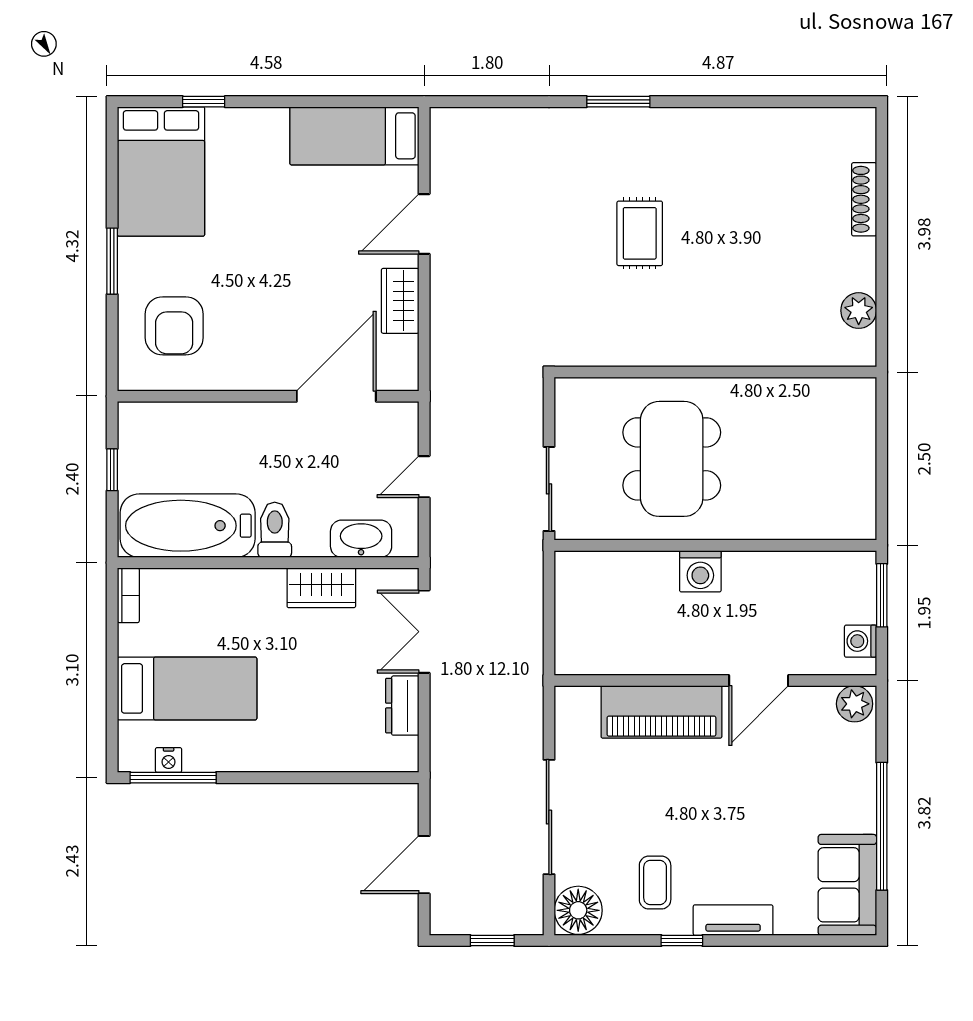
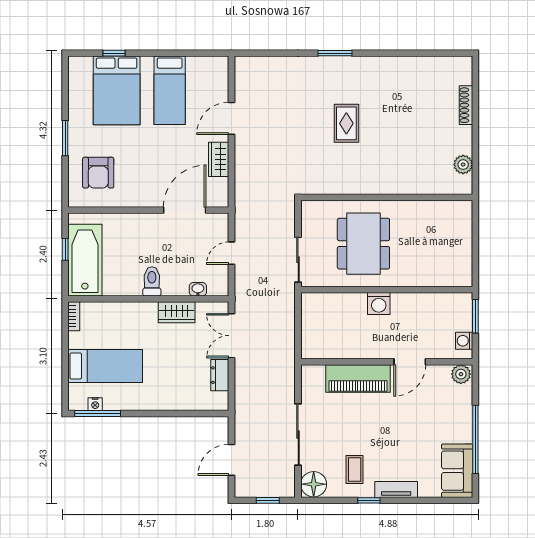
bed: (354, 136) -> (170, 90), moved, turned -90
bed: (161, 171) -> (117, 90), moved
bathtub: (188, 526) -> (85, 260), moved, turned 90
washbasin: (361, 539) -> (198, 289), width x0.52, depth x0.69

